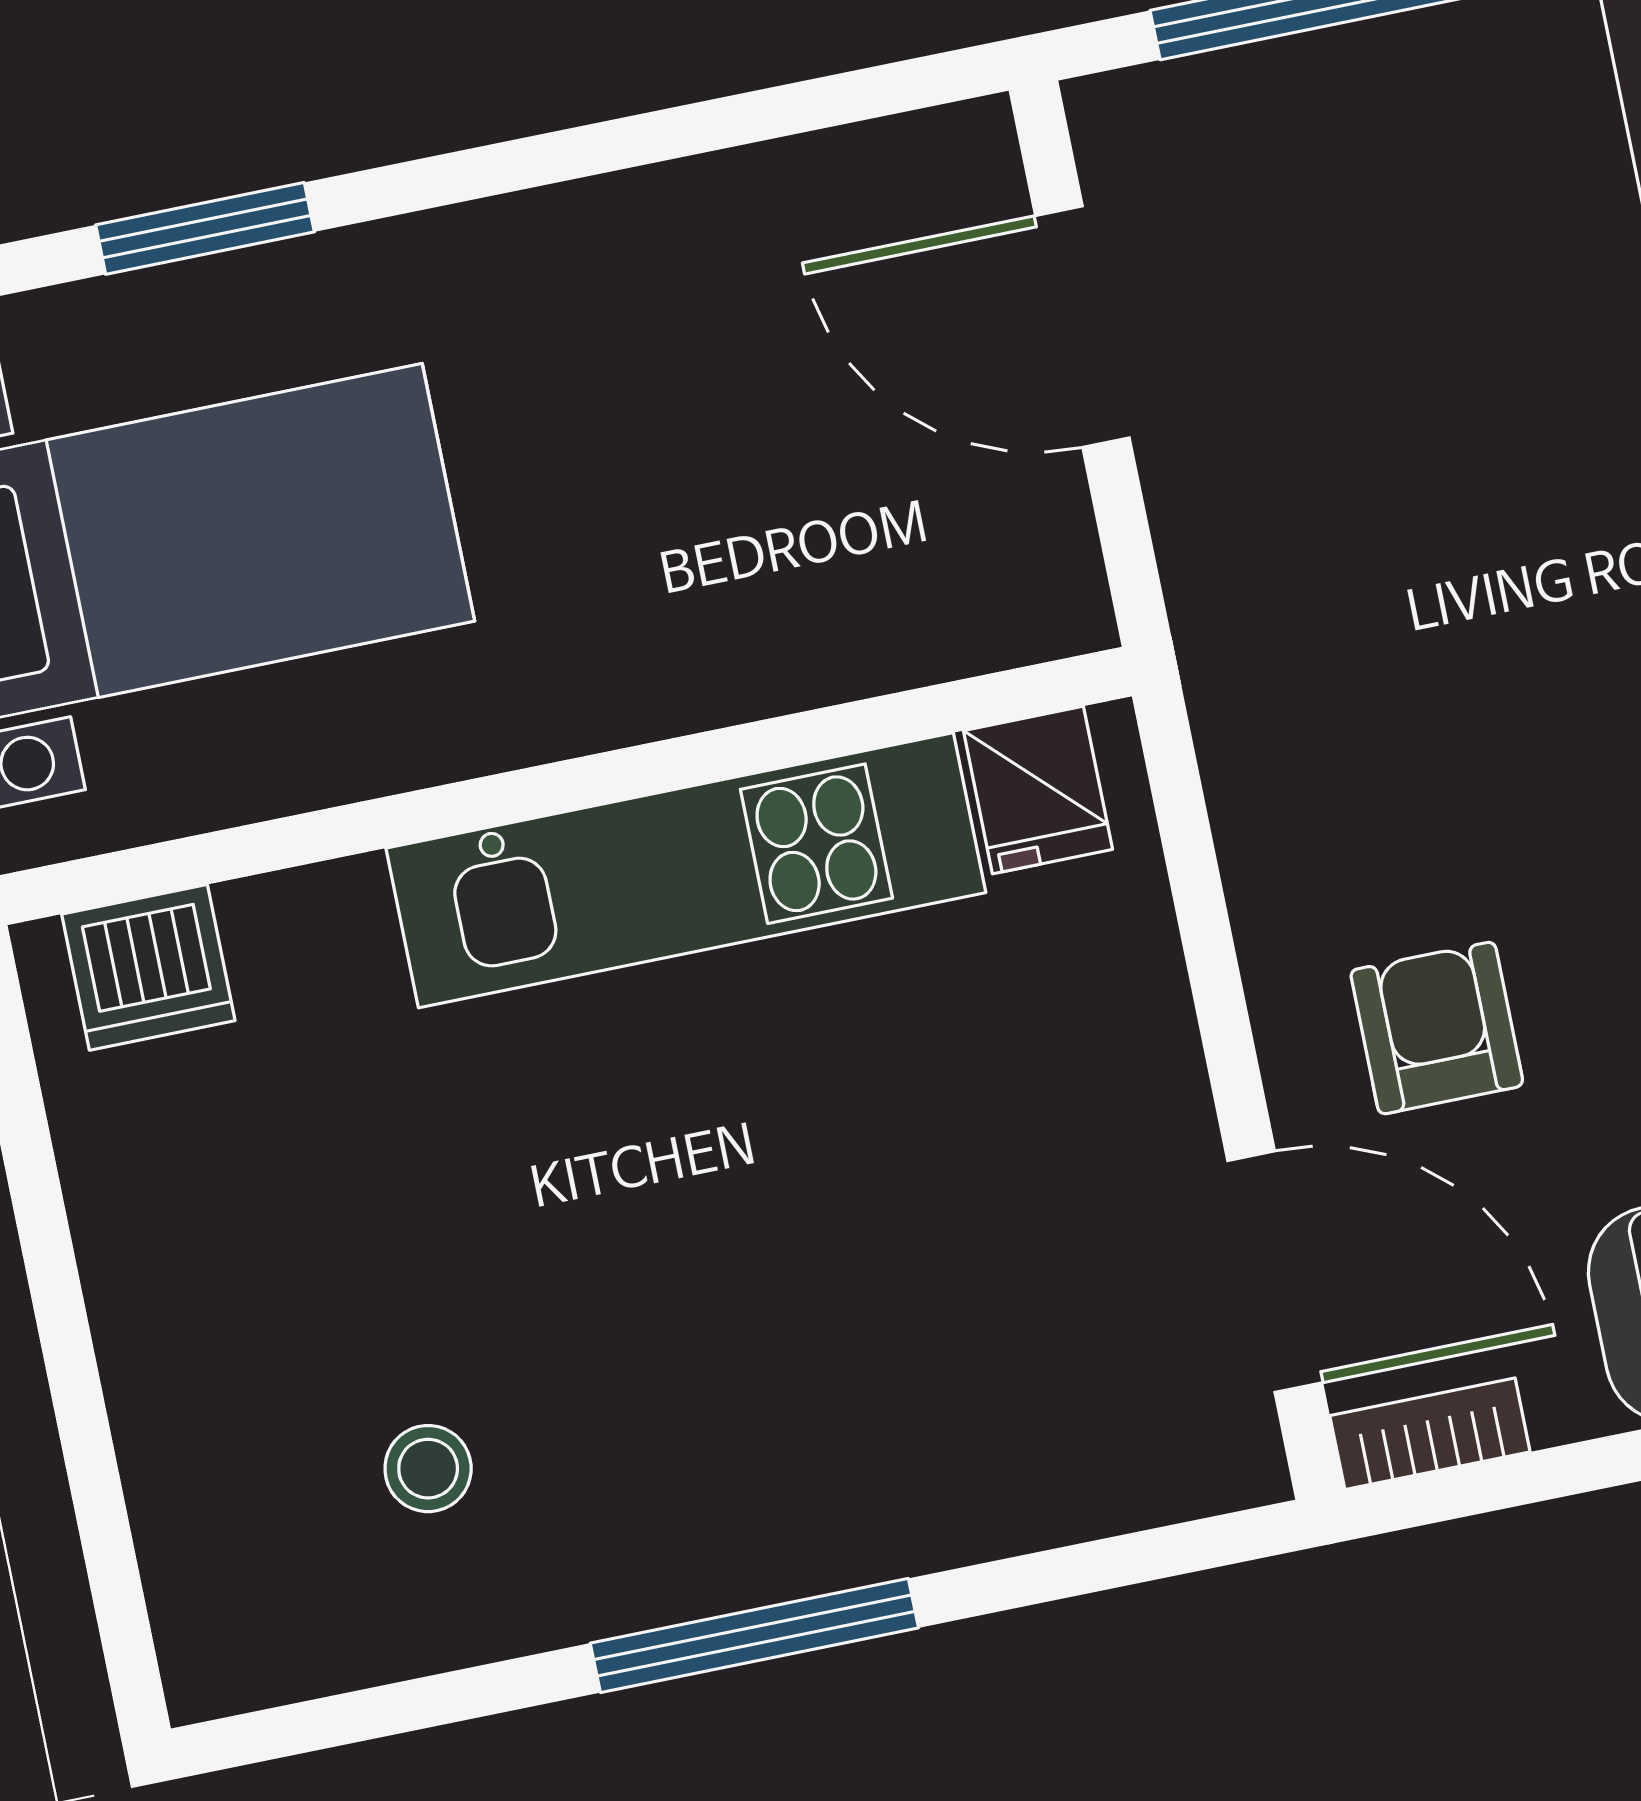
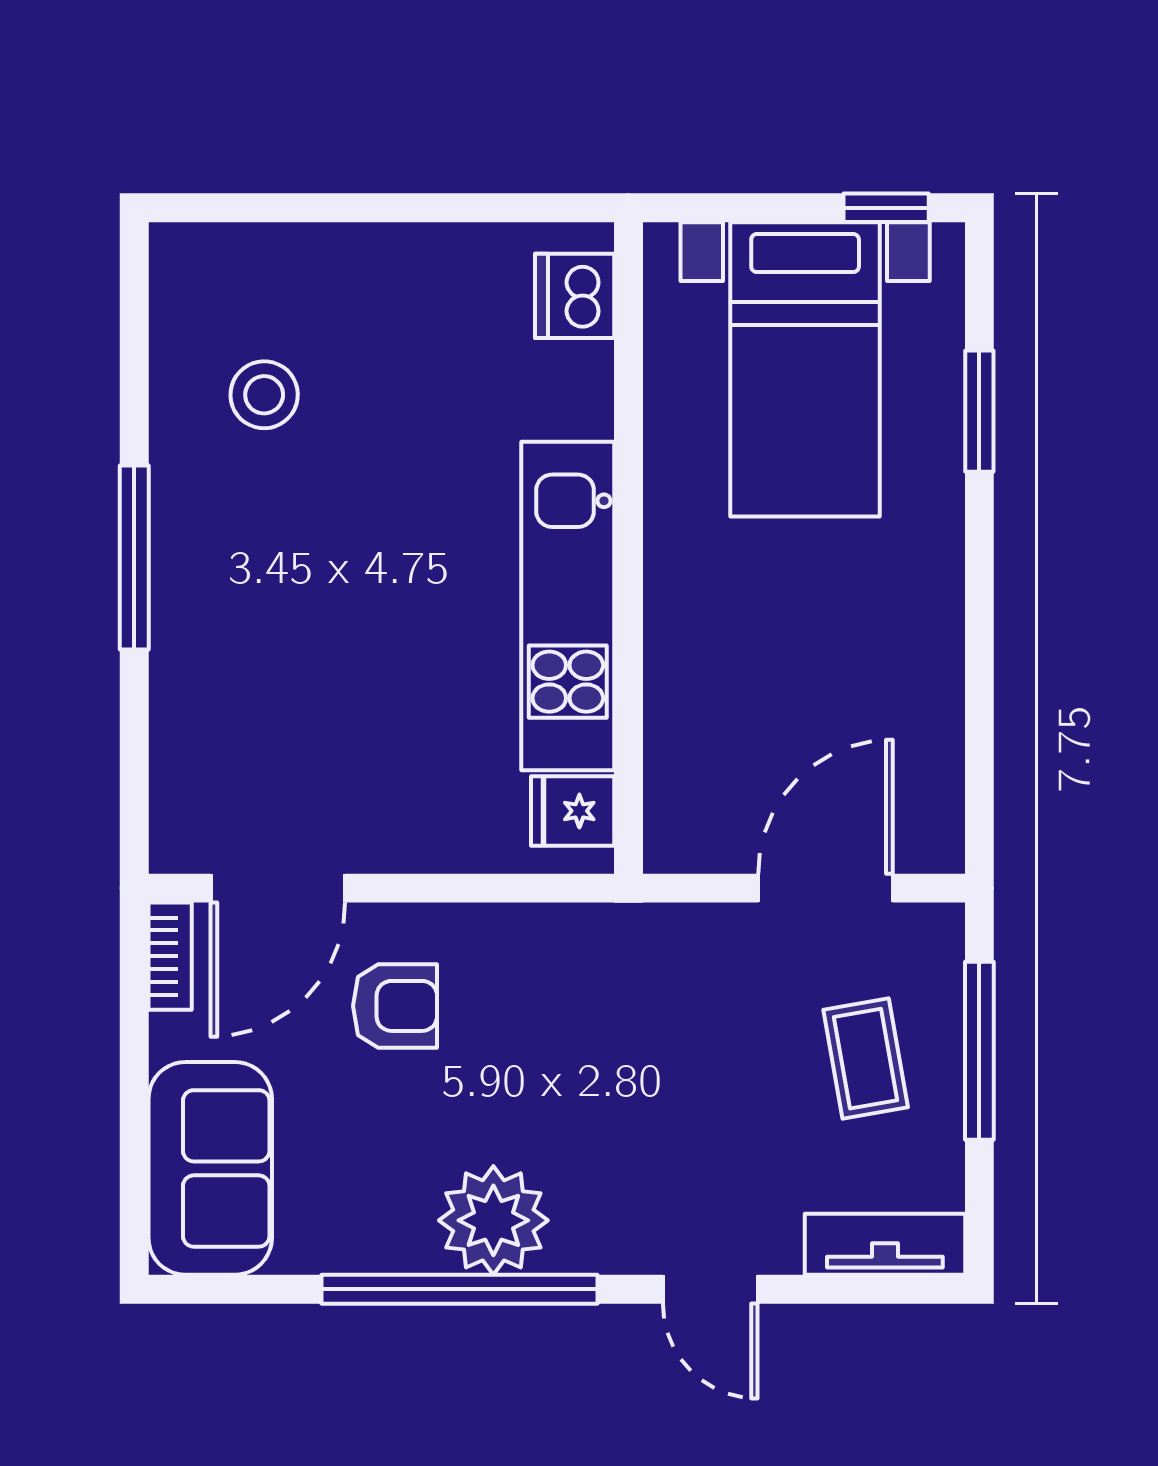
coffee table: (1362, 197) -> (866, 1059), added
stool: (428, 1469) -> (264, 395), width x1.37, depth x1.37

